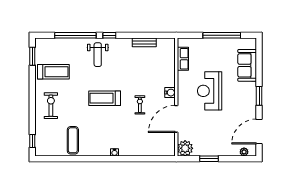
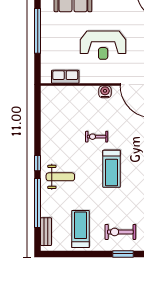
bench: (144, 42) -> (46, 232), moved
window: (32, 56) -> (123, 254), moved
exercise bike: (140, 105) -> (97, 137), moved

